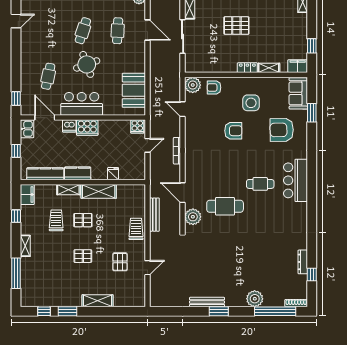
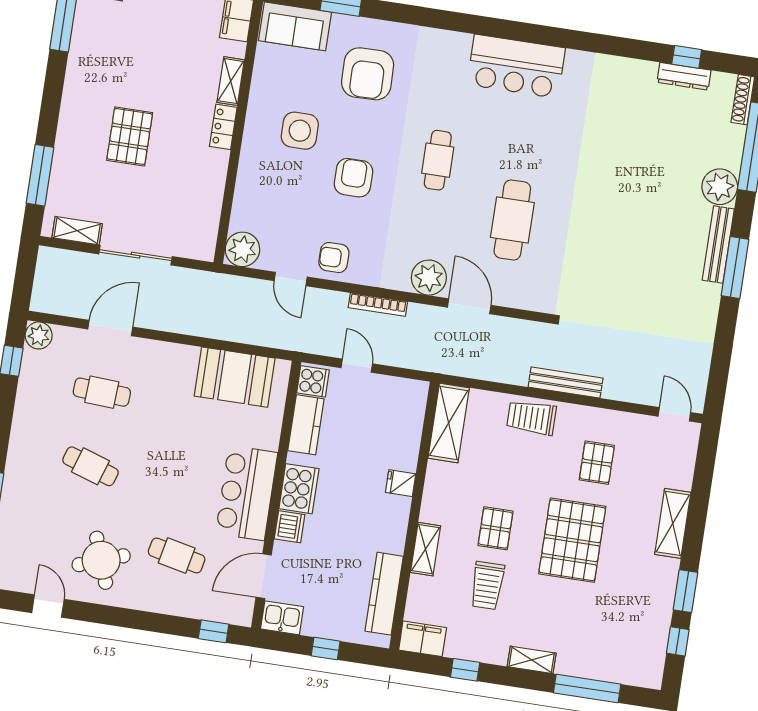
round table: (87, 64) -> (101, 560), moved
armchair: (214, 87) -> (334, 258), moved, turned 90
door: (183, 109) -> (291, 279), hinge flipped
kitchen counter: (78, 173) -> (306, 425), moved, turned 180
fridge: (113, 174) -> (401, 483), moved
bar counter: (296, 180) -> (516, 66), moved
cafe table: (260, 184) -> (438, 160), moved
shelving: (99, 191) -> (449, 423), moved
door: (183, 193) -> (469, 306), swing flipped
bench: (154, 215) -> (566, 383), moved
plant: (193, 217) -> (429, 278), moved
trolley: (56, 220) -> (487, 586), turned -90
pallet: (83, 256) -> (572, 540), width x2.05, depth x2.00
pallet: (120, 262) -> (597, 463), turned 90
dresser: (303, 262) -> (684, 76), moved
door: (148, 268) -> (674, 414), moved
bench: (207, 302) -> (718, 245), moved
window: (219, 311) -> (735, 268), width x1.44

